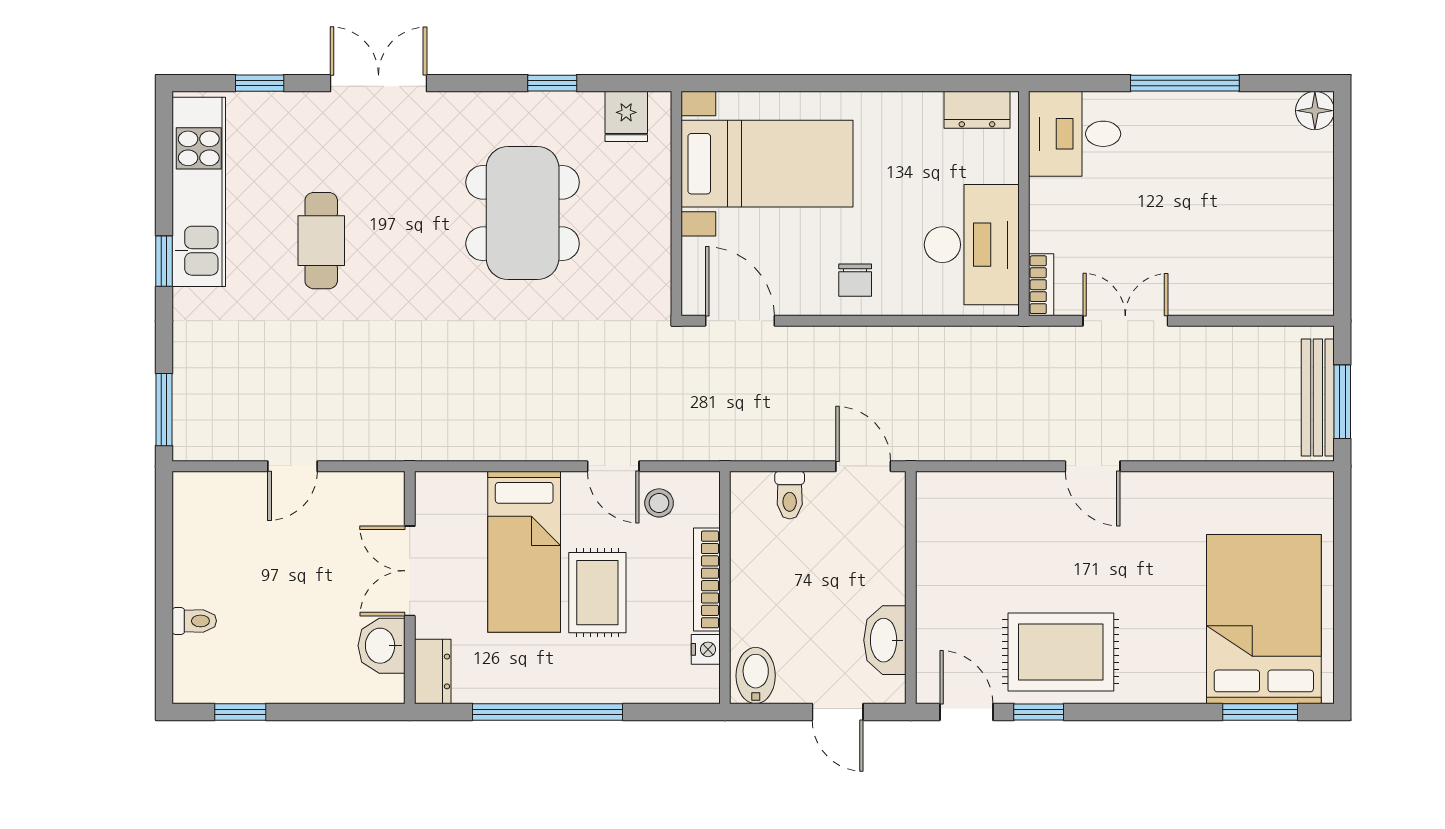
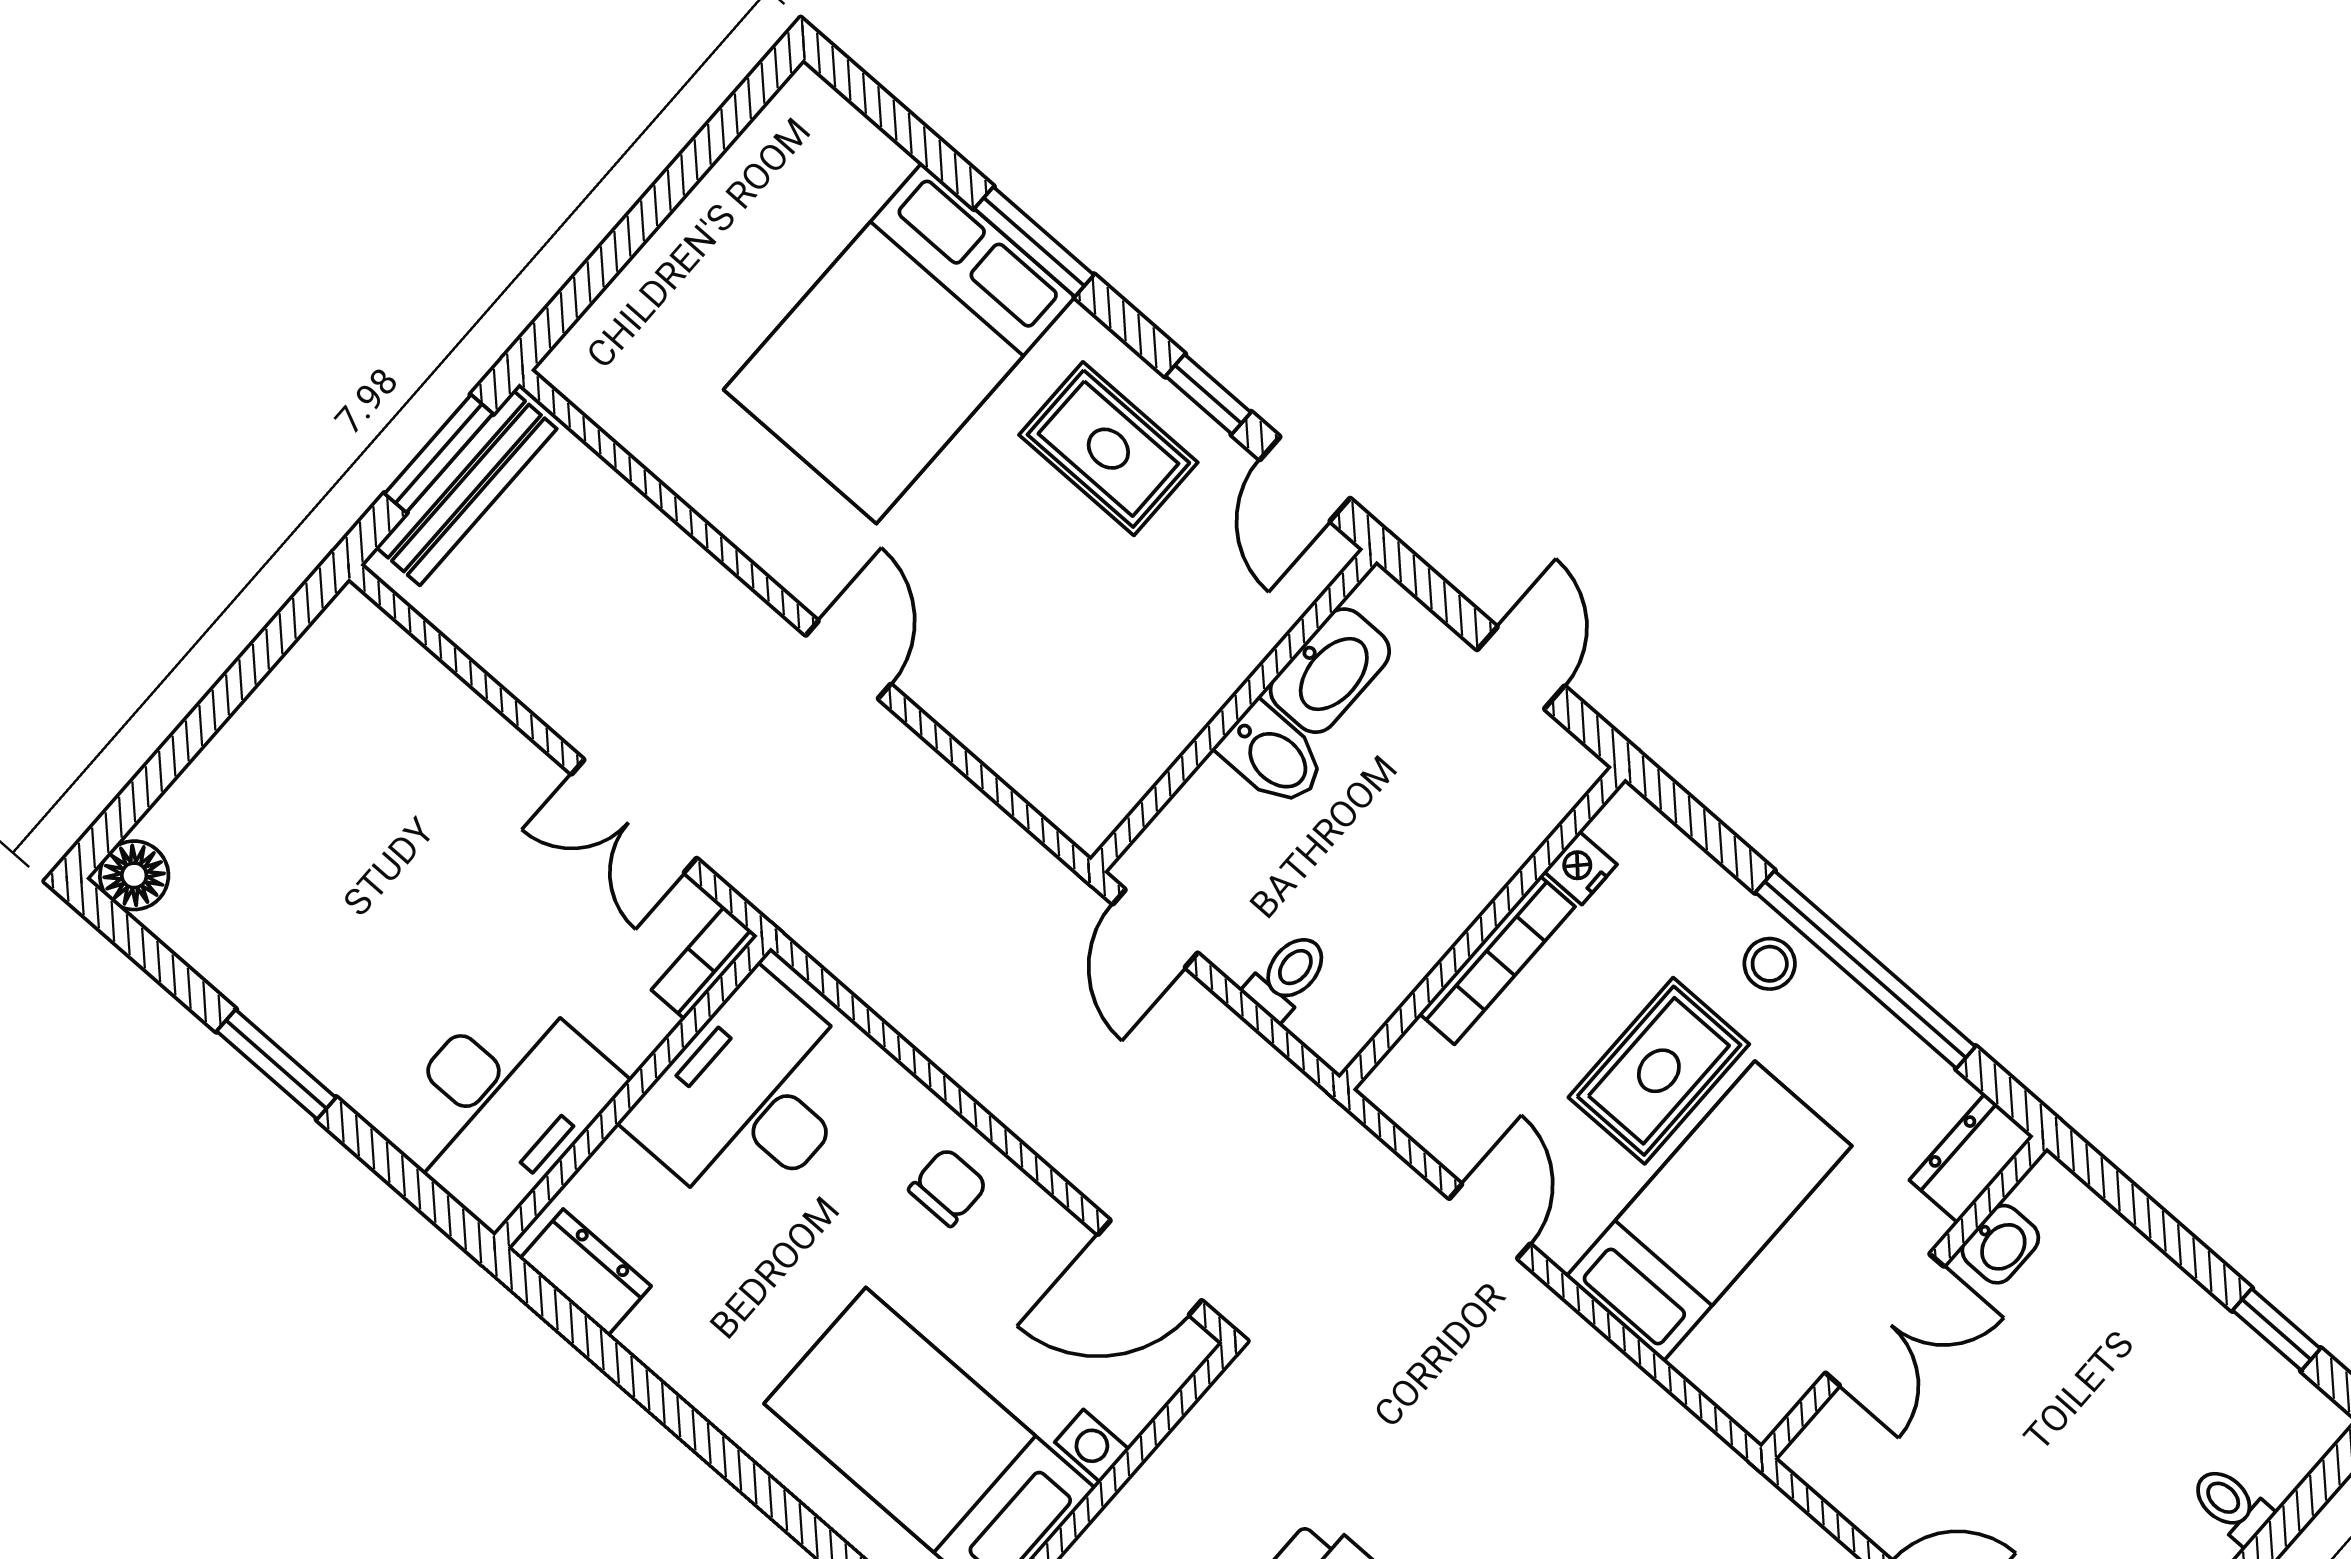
window: (1185, 83) -> (276, 1064), width x0.69
desk: (1075, 134) -> (502, 1104), width x1.37
door: (740, 321) -> (1150, 1268), hinge flipped
stool: (659, 503) -> (1770, 964), moved
bed: (1264, 619) -> (899, 343), moved
washbasin: (381, 646) -> (2000, 1244), width x0.72, depth x0.69
rug: (1061, 652) -> (1108, 449), width x0.73, depth x0.70
bidet: (756, 676) -> (1273, 756), moved, turned -90
door: (838, 712) -> (1521, 668), moved
window: (1260, 712) -> (1034, 242), moved

